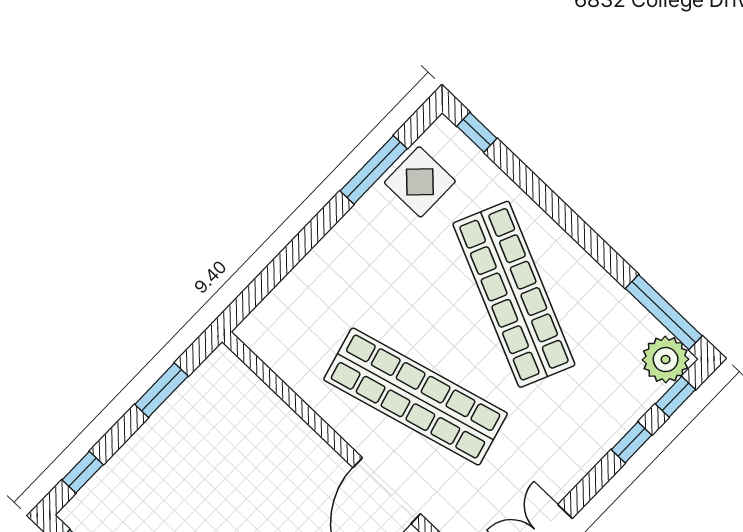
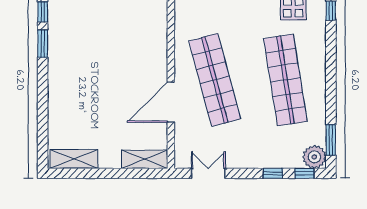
shop shelf: (514, 294) -> (285, 80), turned -33
window: (664, 312) -> (331, 140), width x0.69

